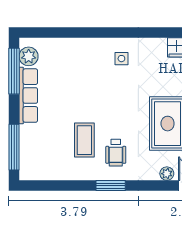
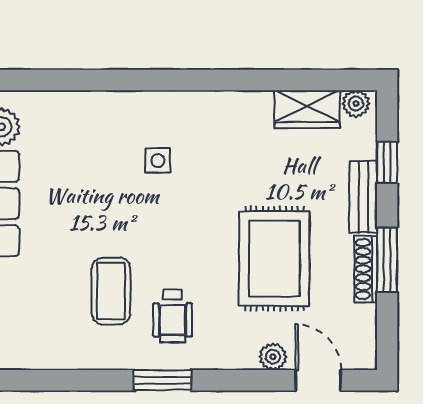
side table: (121, 59) -> (158, 161), moved

